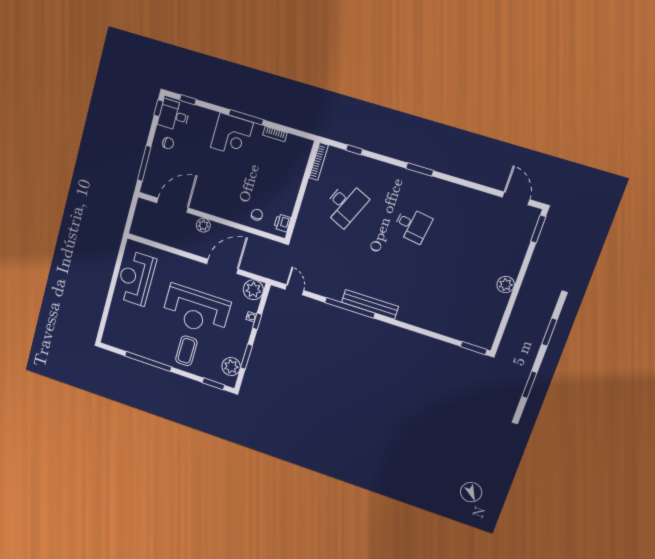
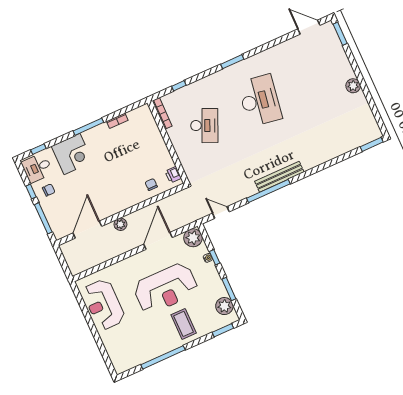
window: (158, 108) -> (31, 191), moved
corner desk: (232, 135) -> (72, 154), moved
desk: (412, 225) -> (260, 101), width x1.87, depth x1.30

